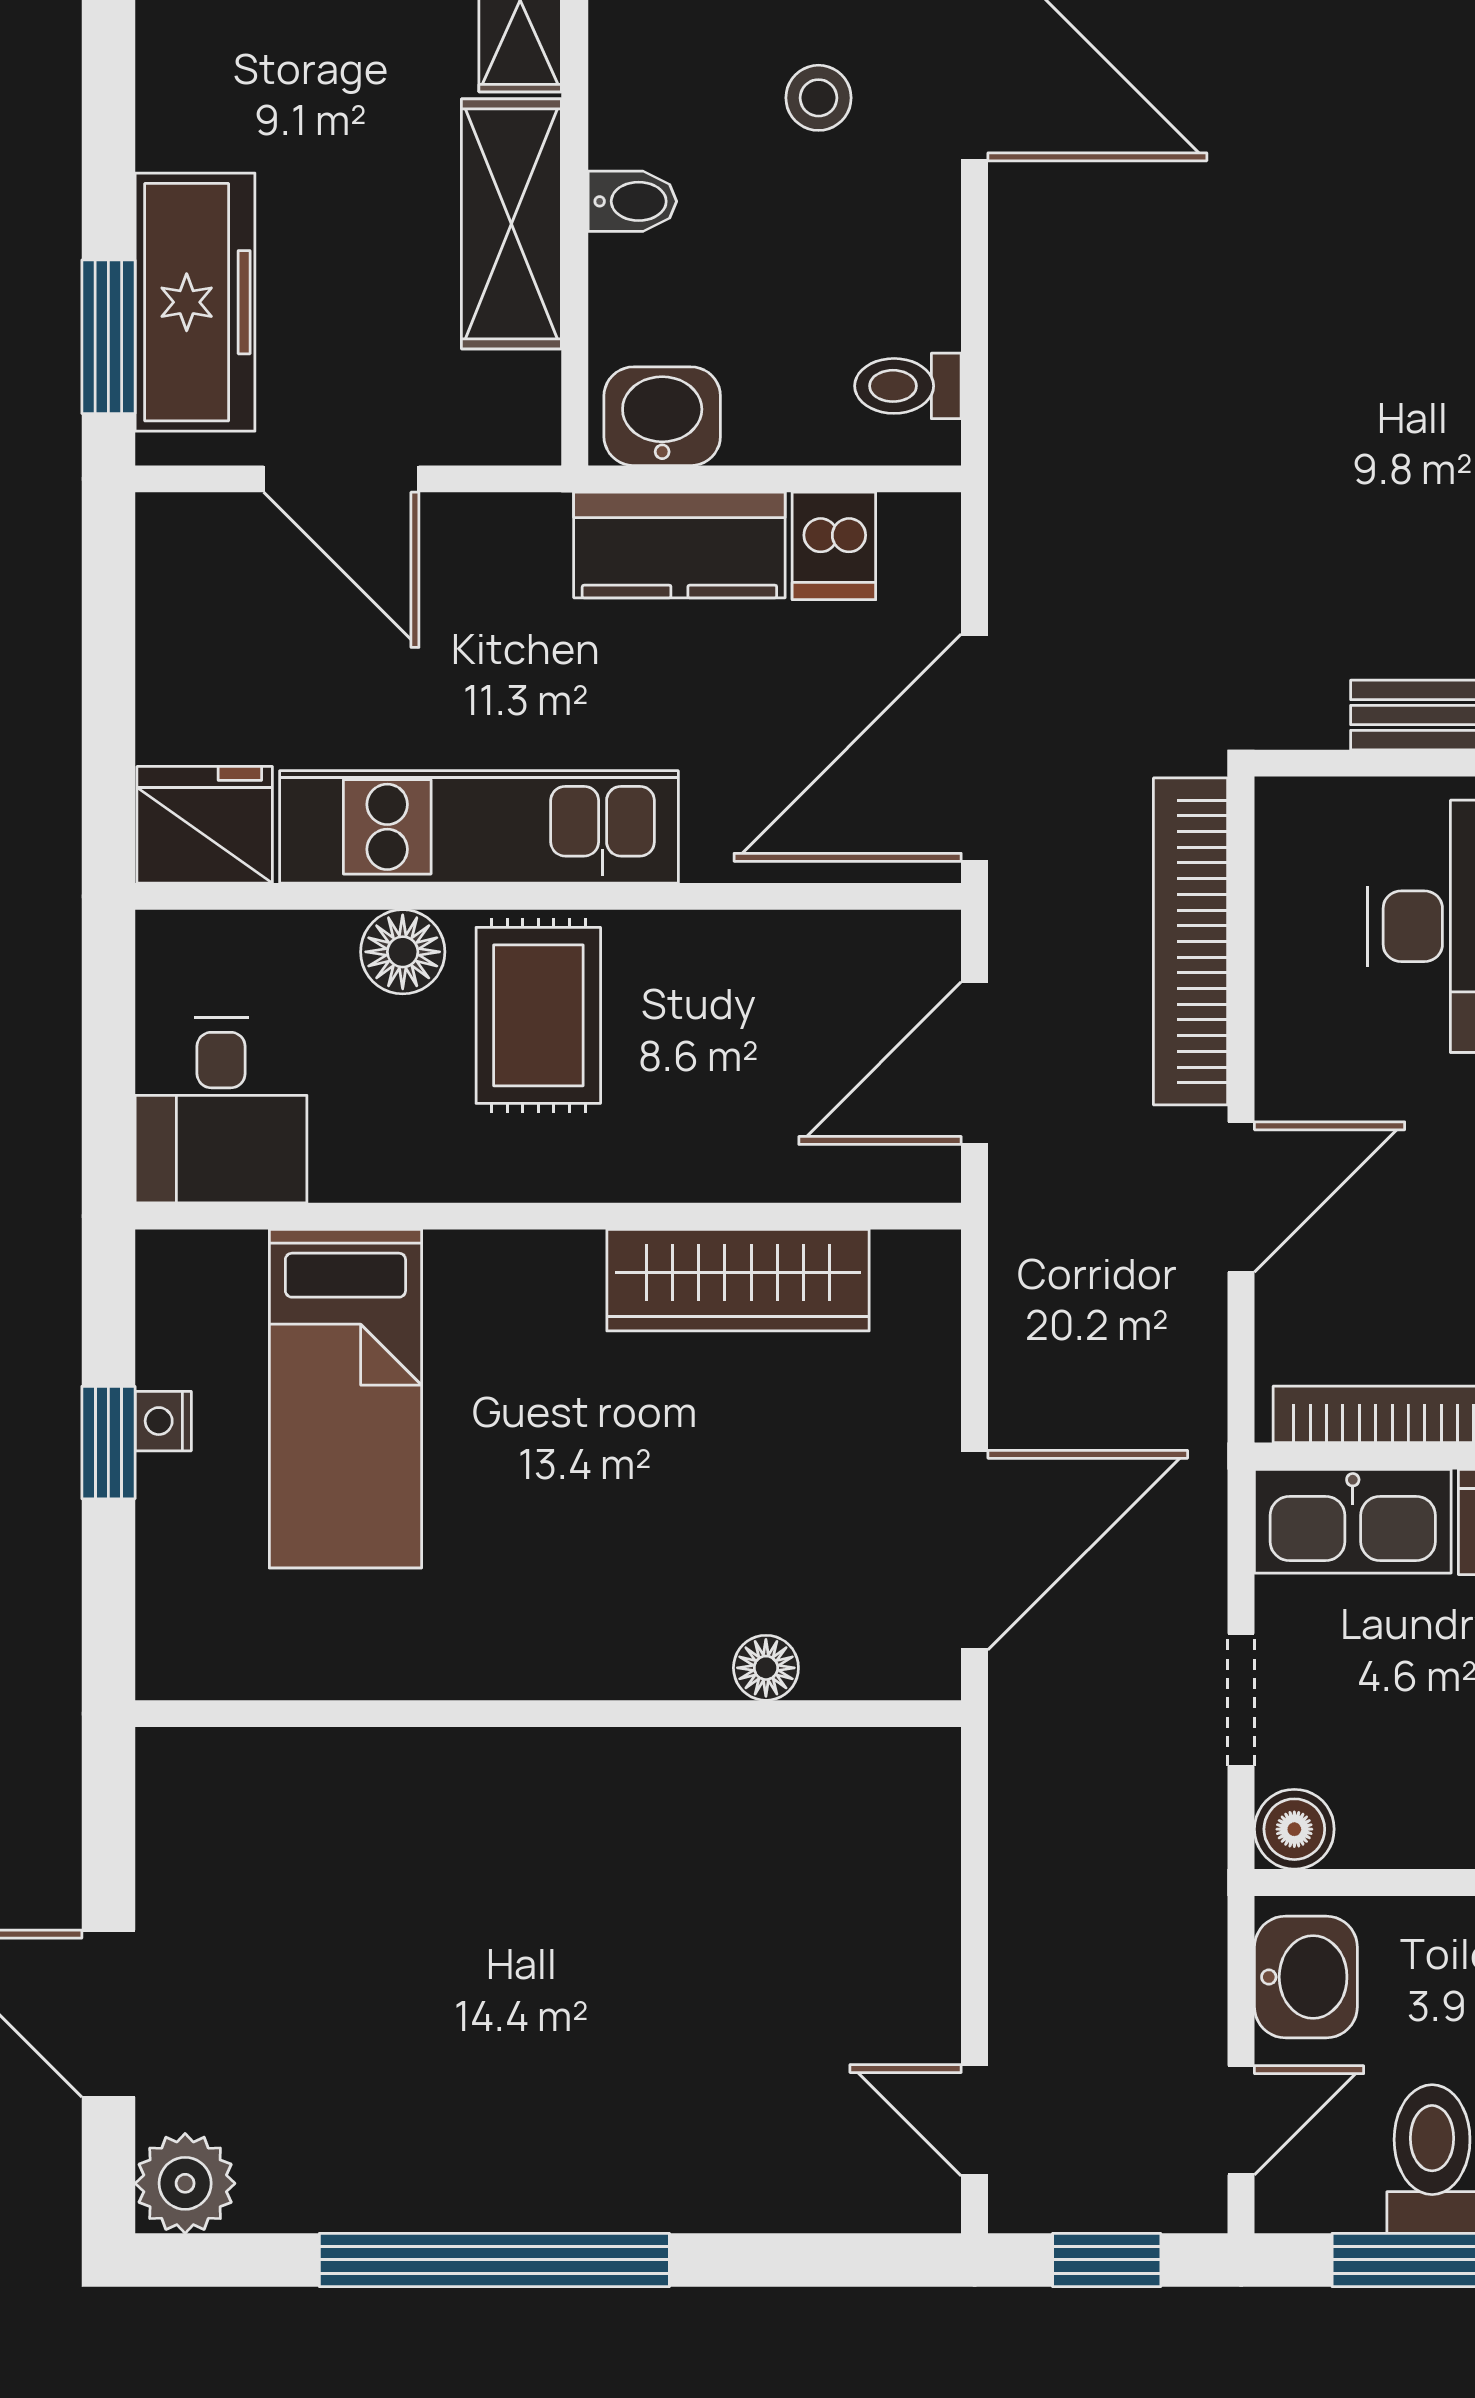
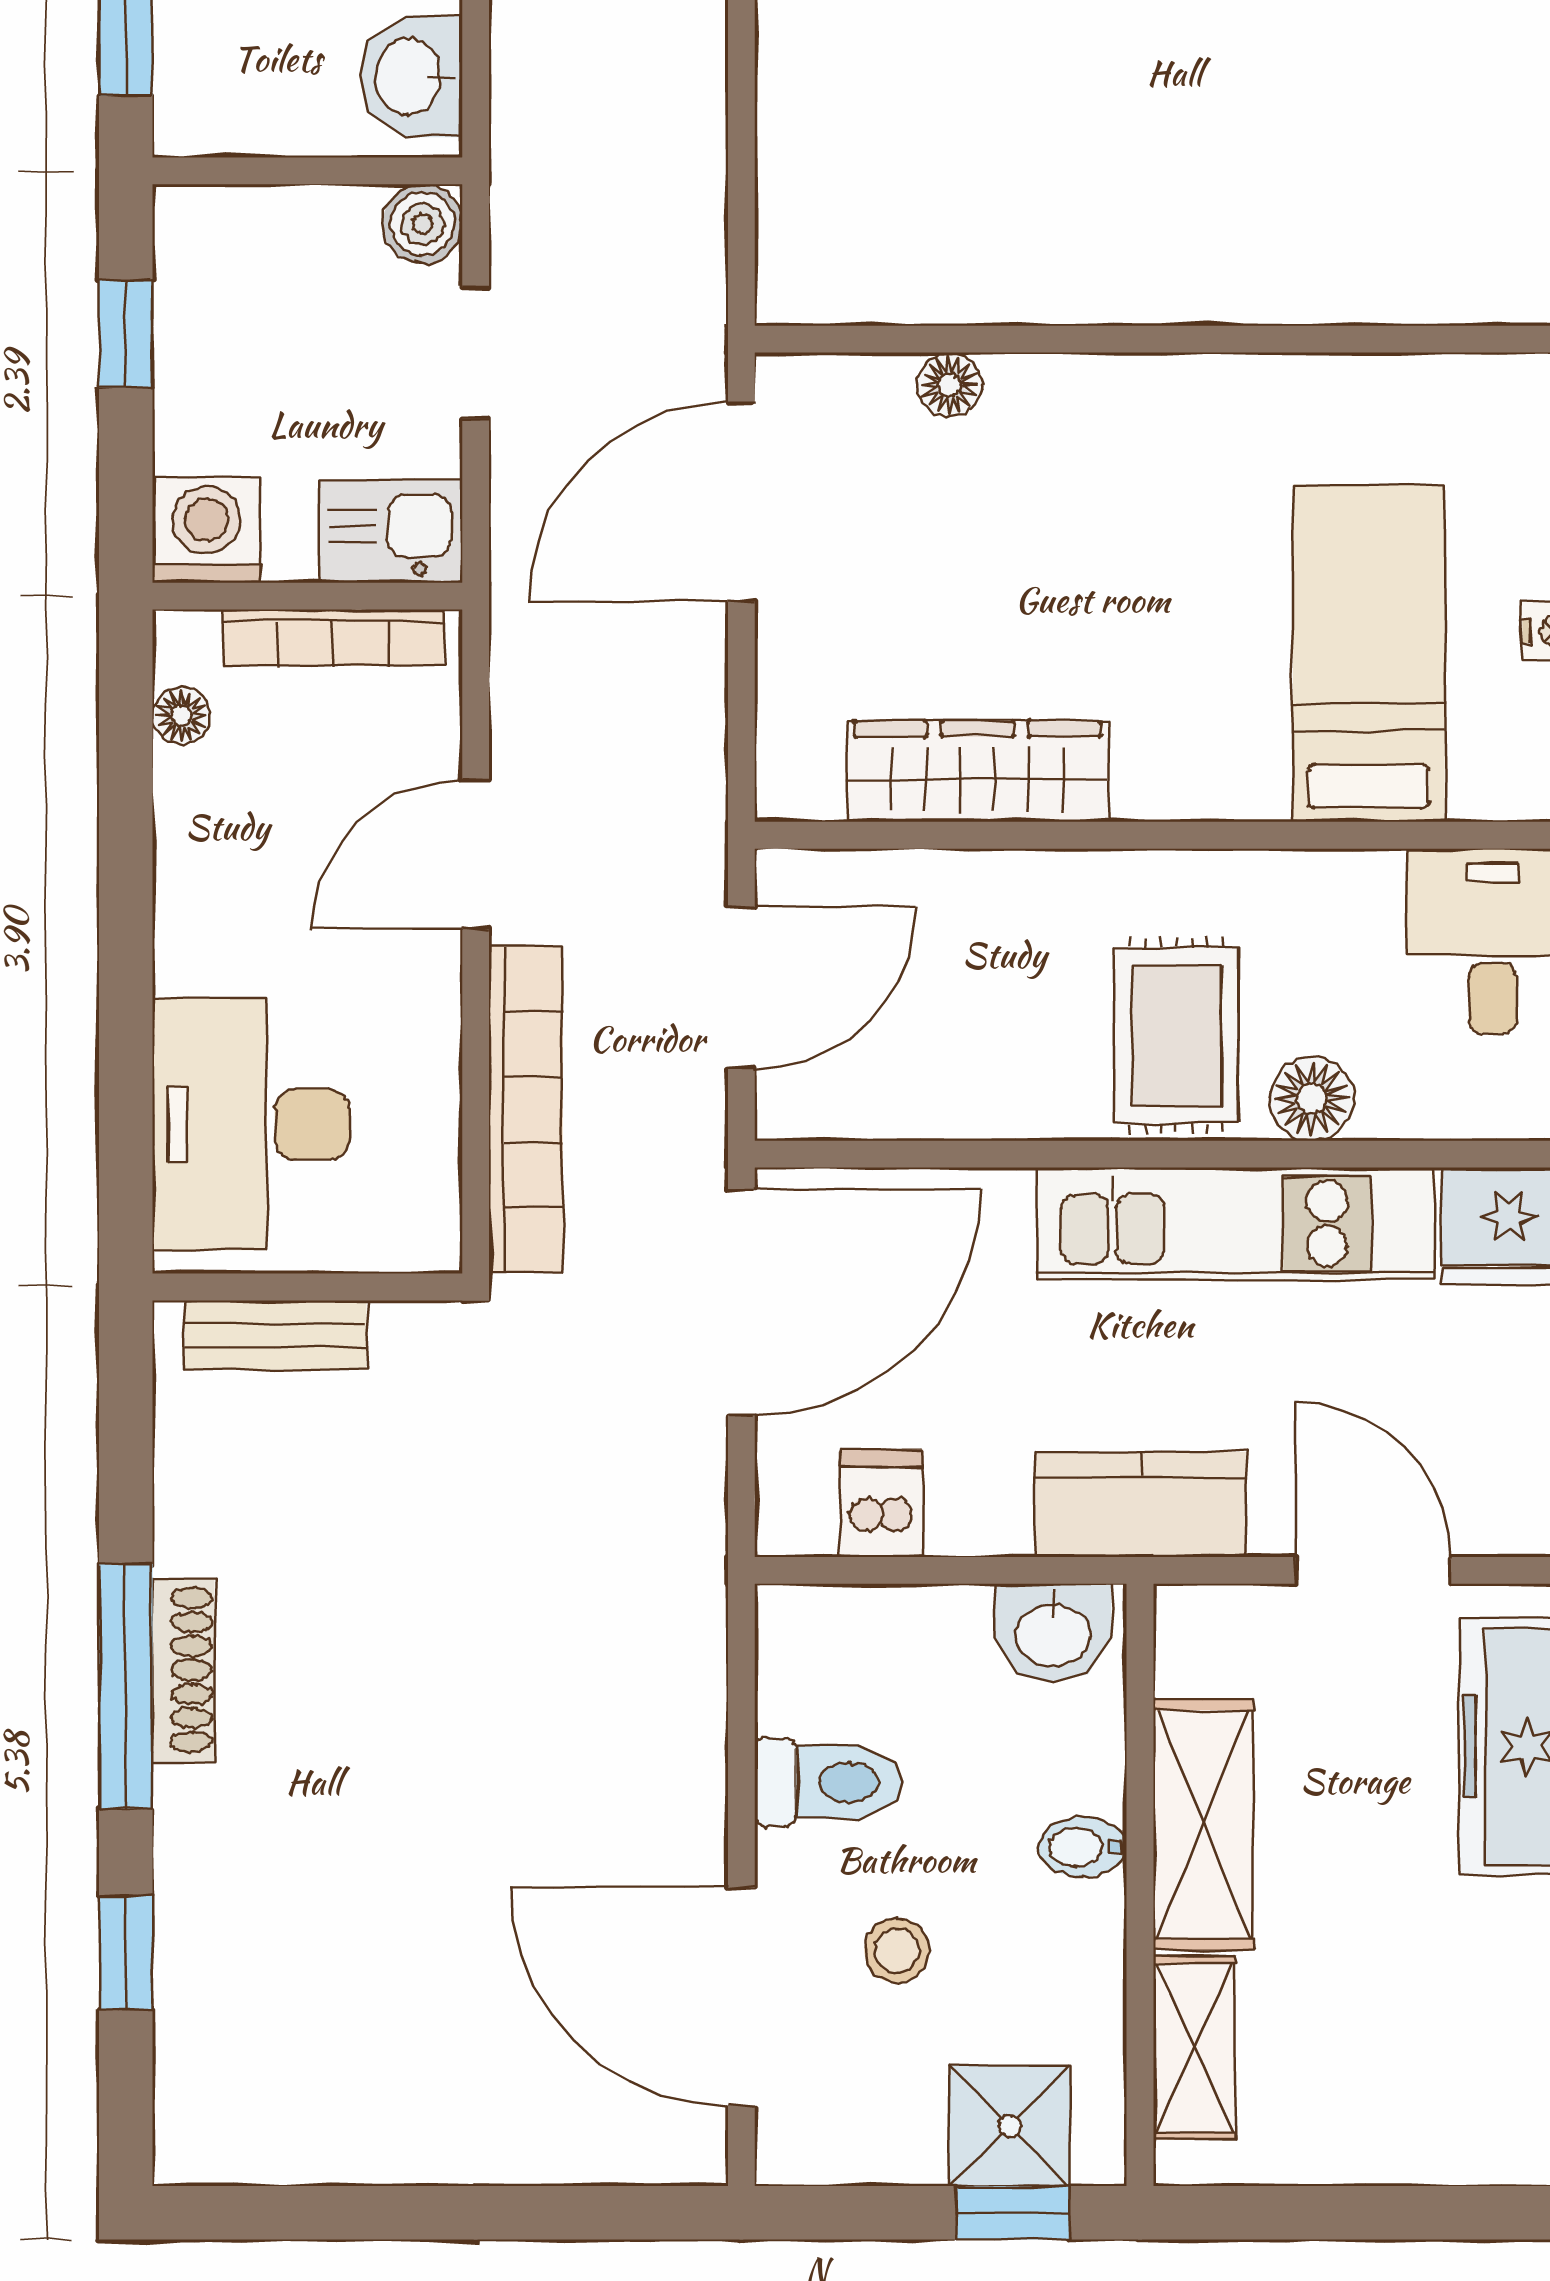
toilet: (908, 386) -> (828, 1782), moved, width x1.37, depth x1.39
kitchen counter: (679, 545) -> (1141, 1504), moved
kitchen sink: (1353, 1521) -> (391, 531), width x0.73

